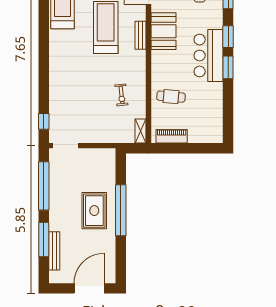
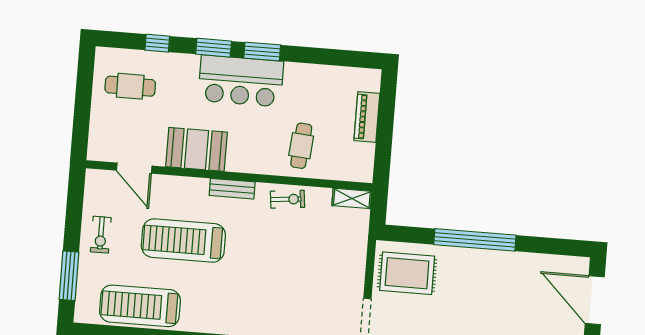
bench: (141, 35) -> (232, 189), moved
exercise bike: (121, 95) -> (288, 199), moved
piano: (172, 136) -> (367, 117), moved
rug: (94, 211) -> (407, 273), moved

